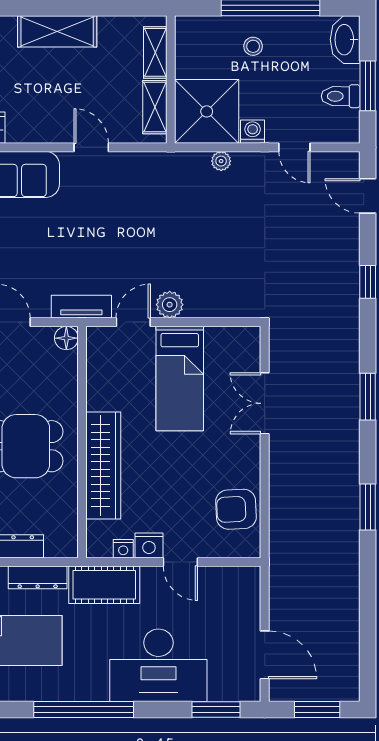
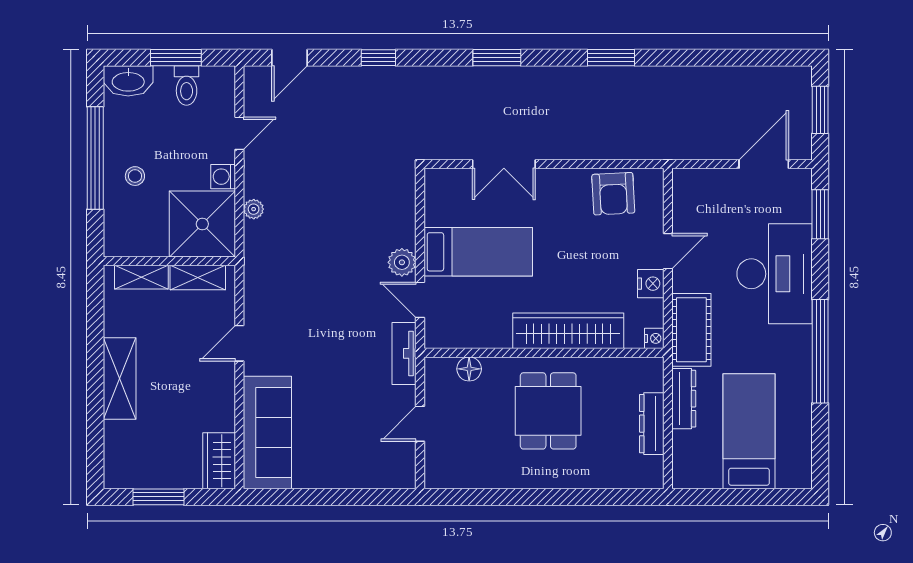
floor lamp: (66, 338) -> (469, 369), moved
nightstand: (123, 549) -> (654, 338), moved

